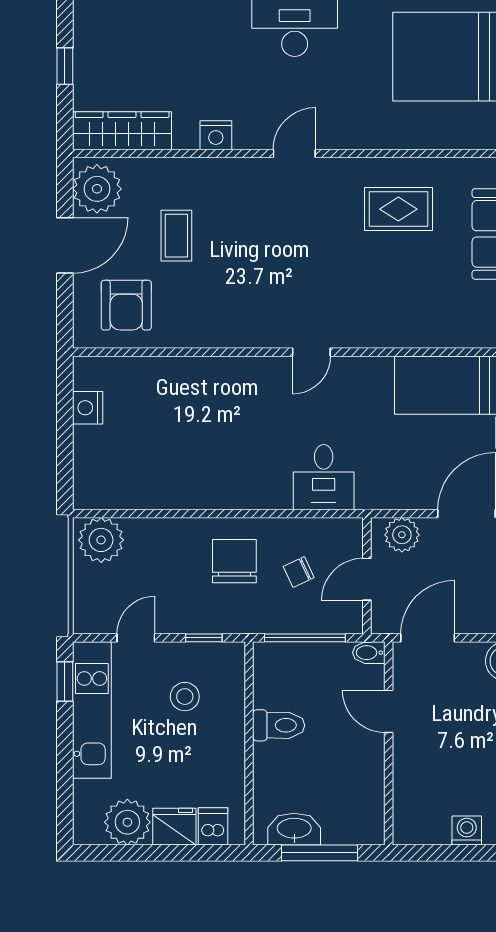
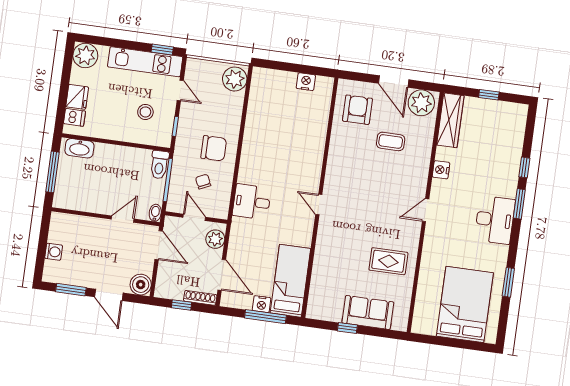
door: (294, 153) -> (426, 210), swing flipped
rug: (398, 209) -> (388, 261), turned 90
armchair: (126, 305) -> (357, 110), turned 90
toilet: (279, 725) -> (159, 165), moved
plant: (127, 822) -> (85, 55), moved
washbasin: (294, 829) -> (79, 148), moved, turned 90

